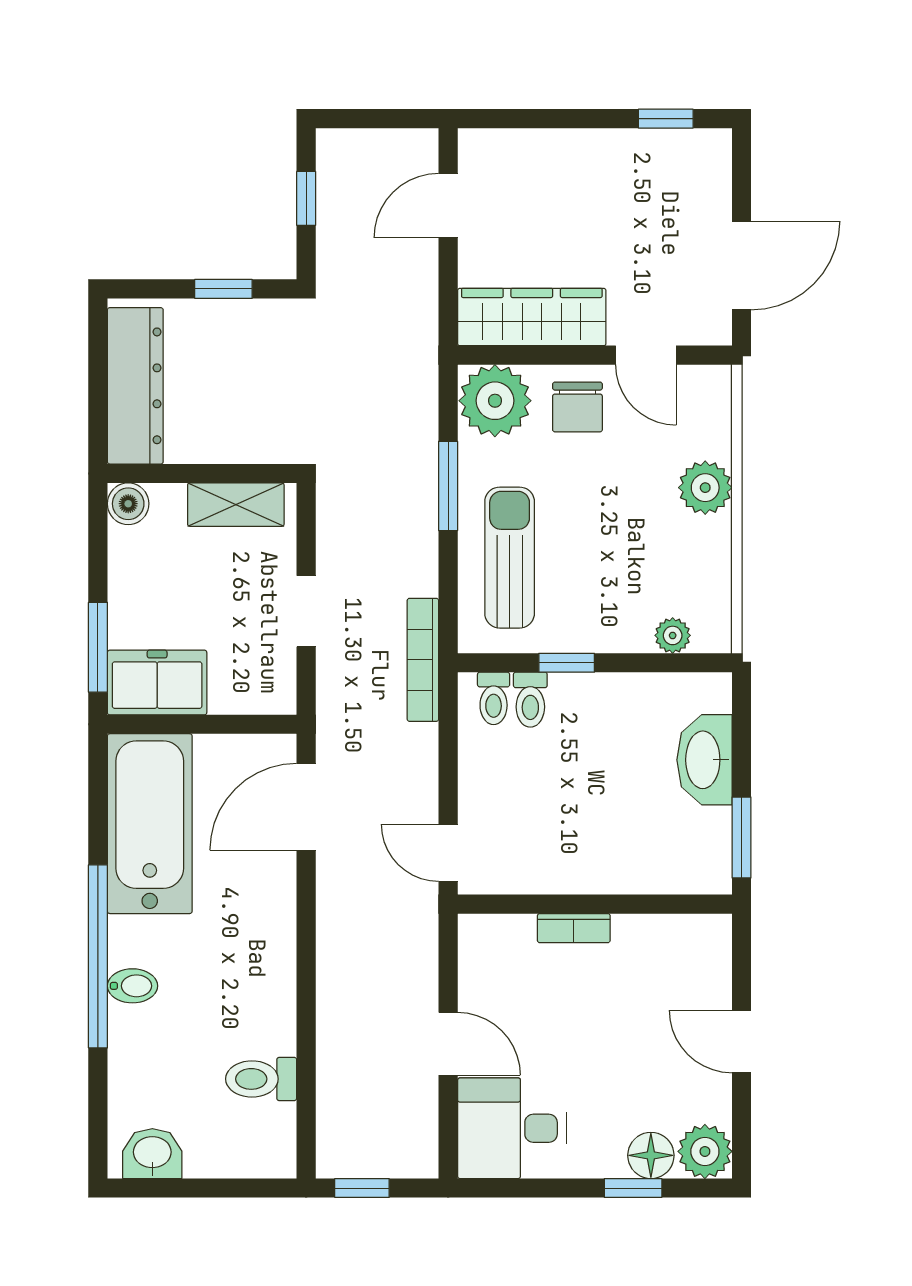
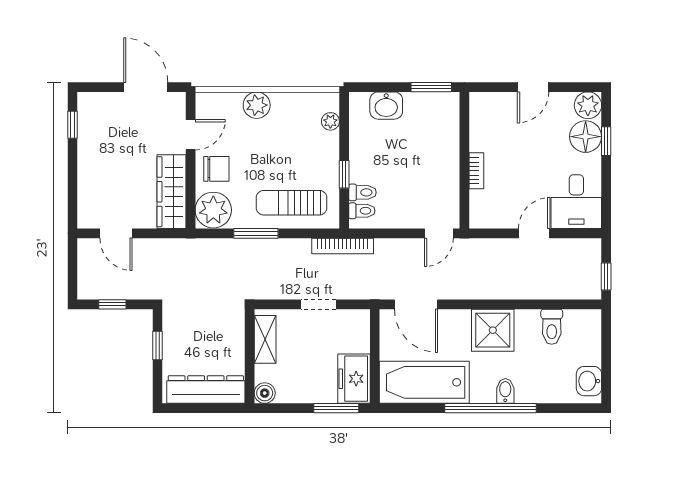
washbasin: (704, 760) -> (386, 106), width x0.72
shower: (254, 961) -> (493, 330), added
floor lamp: (651, 1155) -> (586, 137), width x1.38, depth x1.38

